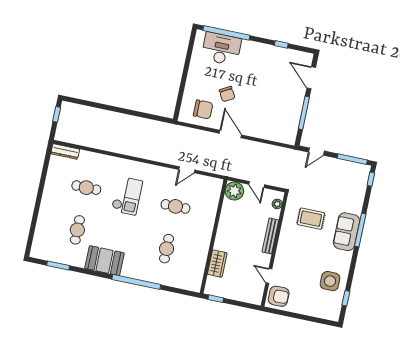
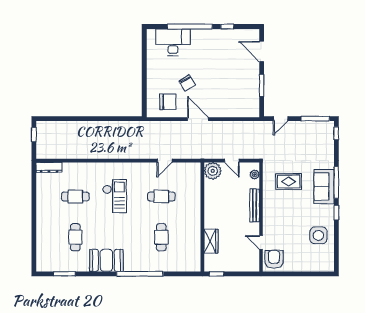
window: (226, 33) -> (190, 27), moved
window: (304, 113) -> (262, 85), width x0.69
armchair: (279, 296) -> (274, 259), turned -90
window: (346, 298) -> (336, 213), moved

